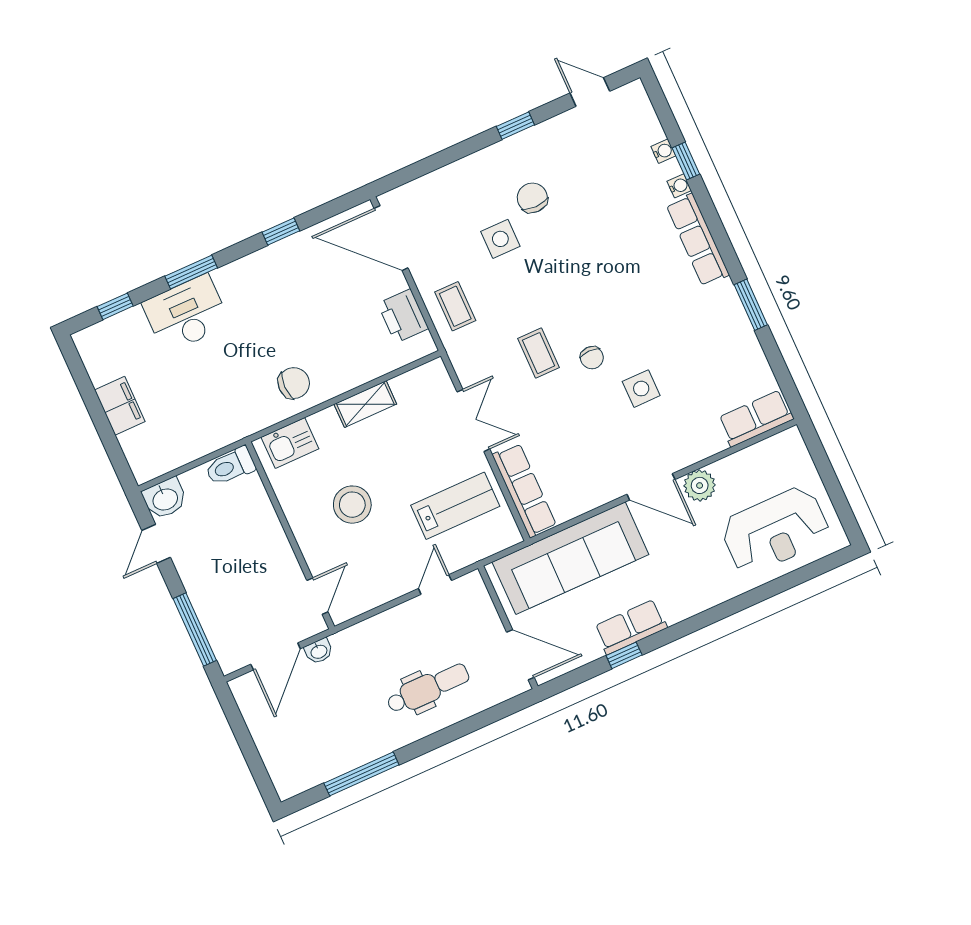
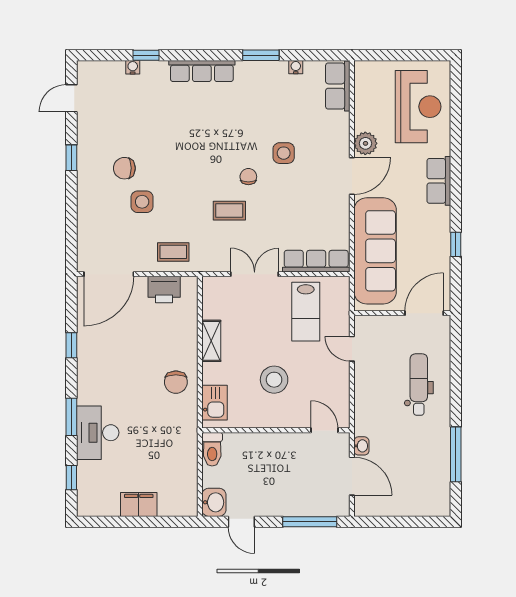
water cooler: (679, 186) -> (296, 67), moved
chair: (592, 358) -> (248, 177), turned -90
chair: (294, 383) -> (176, 382), turned 180
lab bench: (455, 506) -> (306, 312), turned 180
row of seats: (631, 627) -> (439, 181), moved

